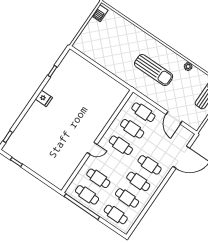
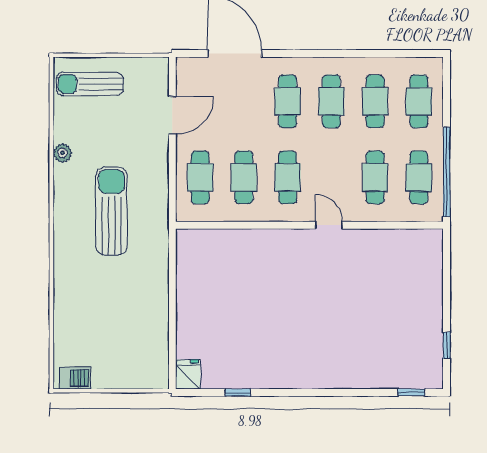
fridge: (44, 98) -> (188, 374), moved

